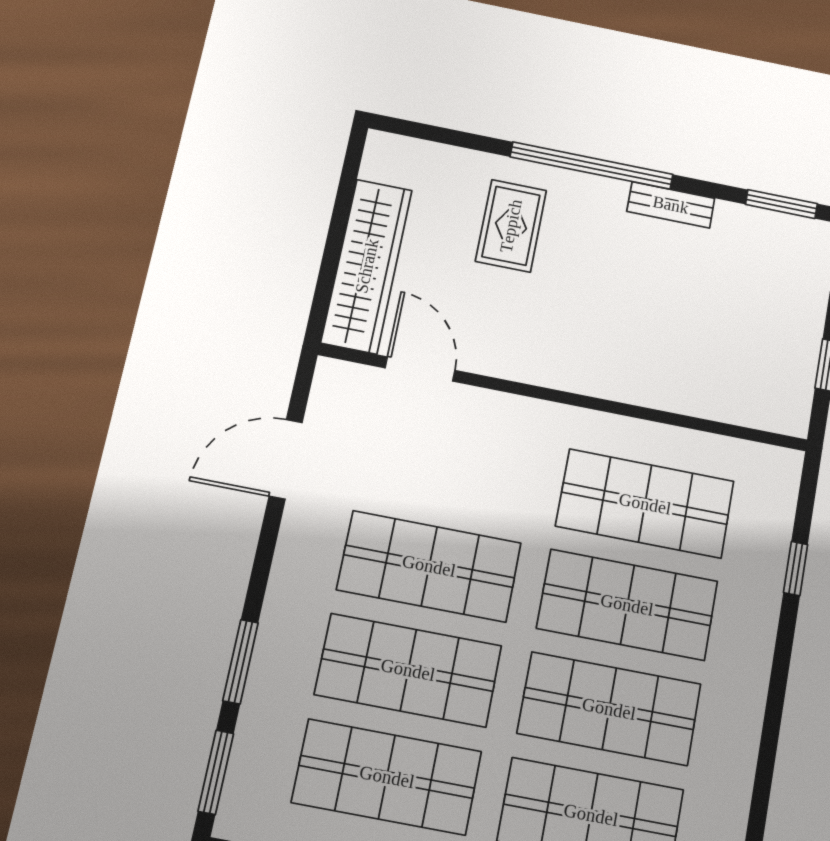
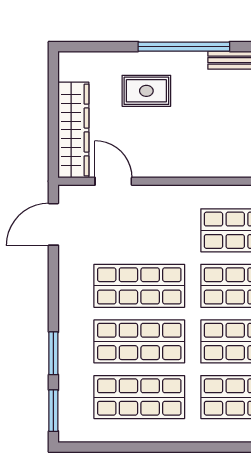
rug: (511, 226) -> (146, 91), turned 90
door: (286, 459) -> (53, 224), moved

